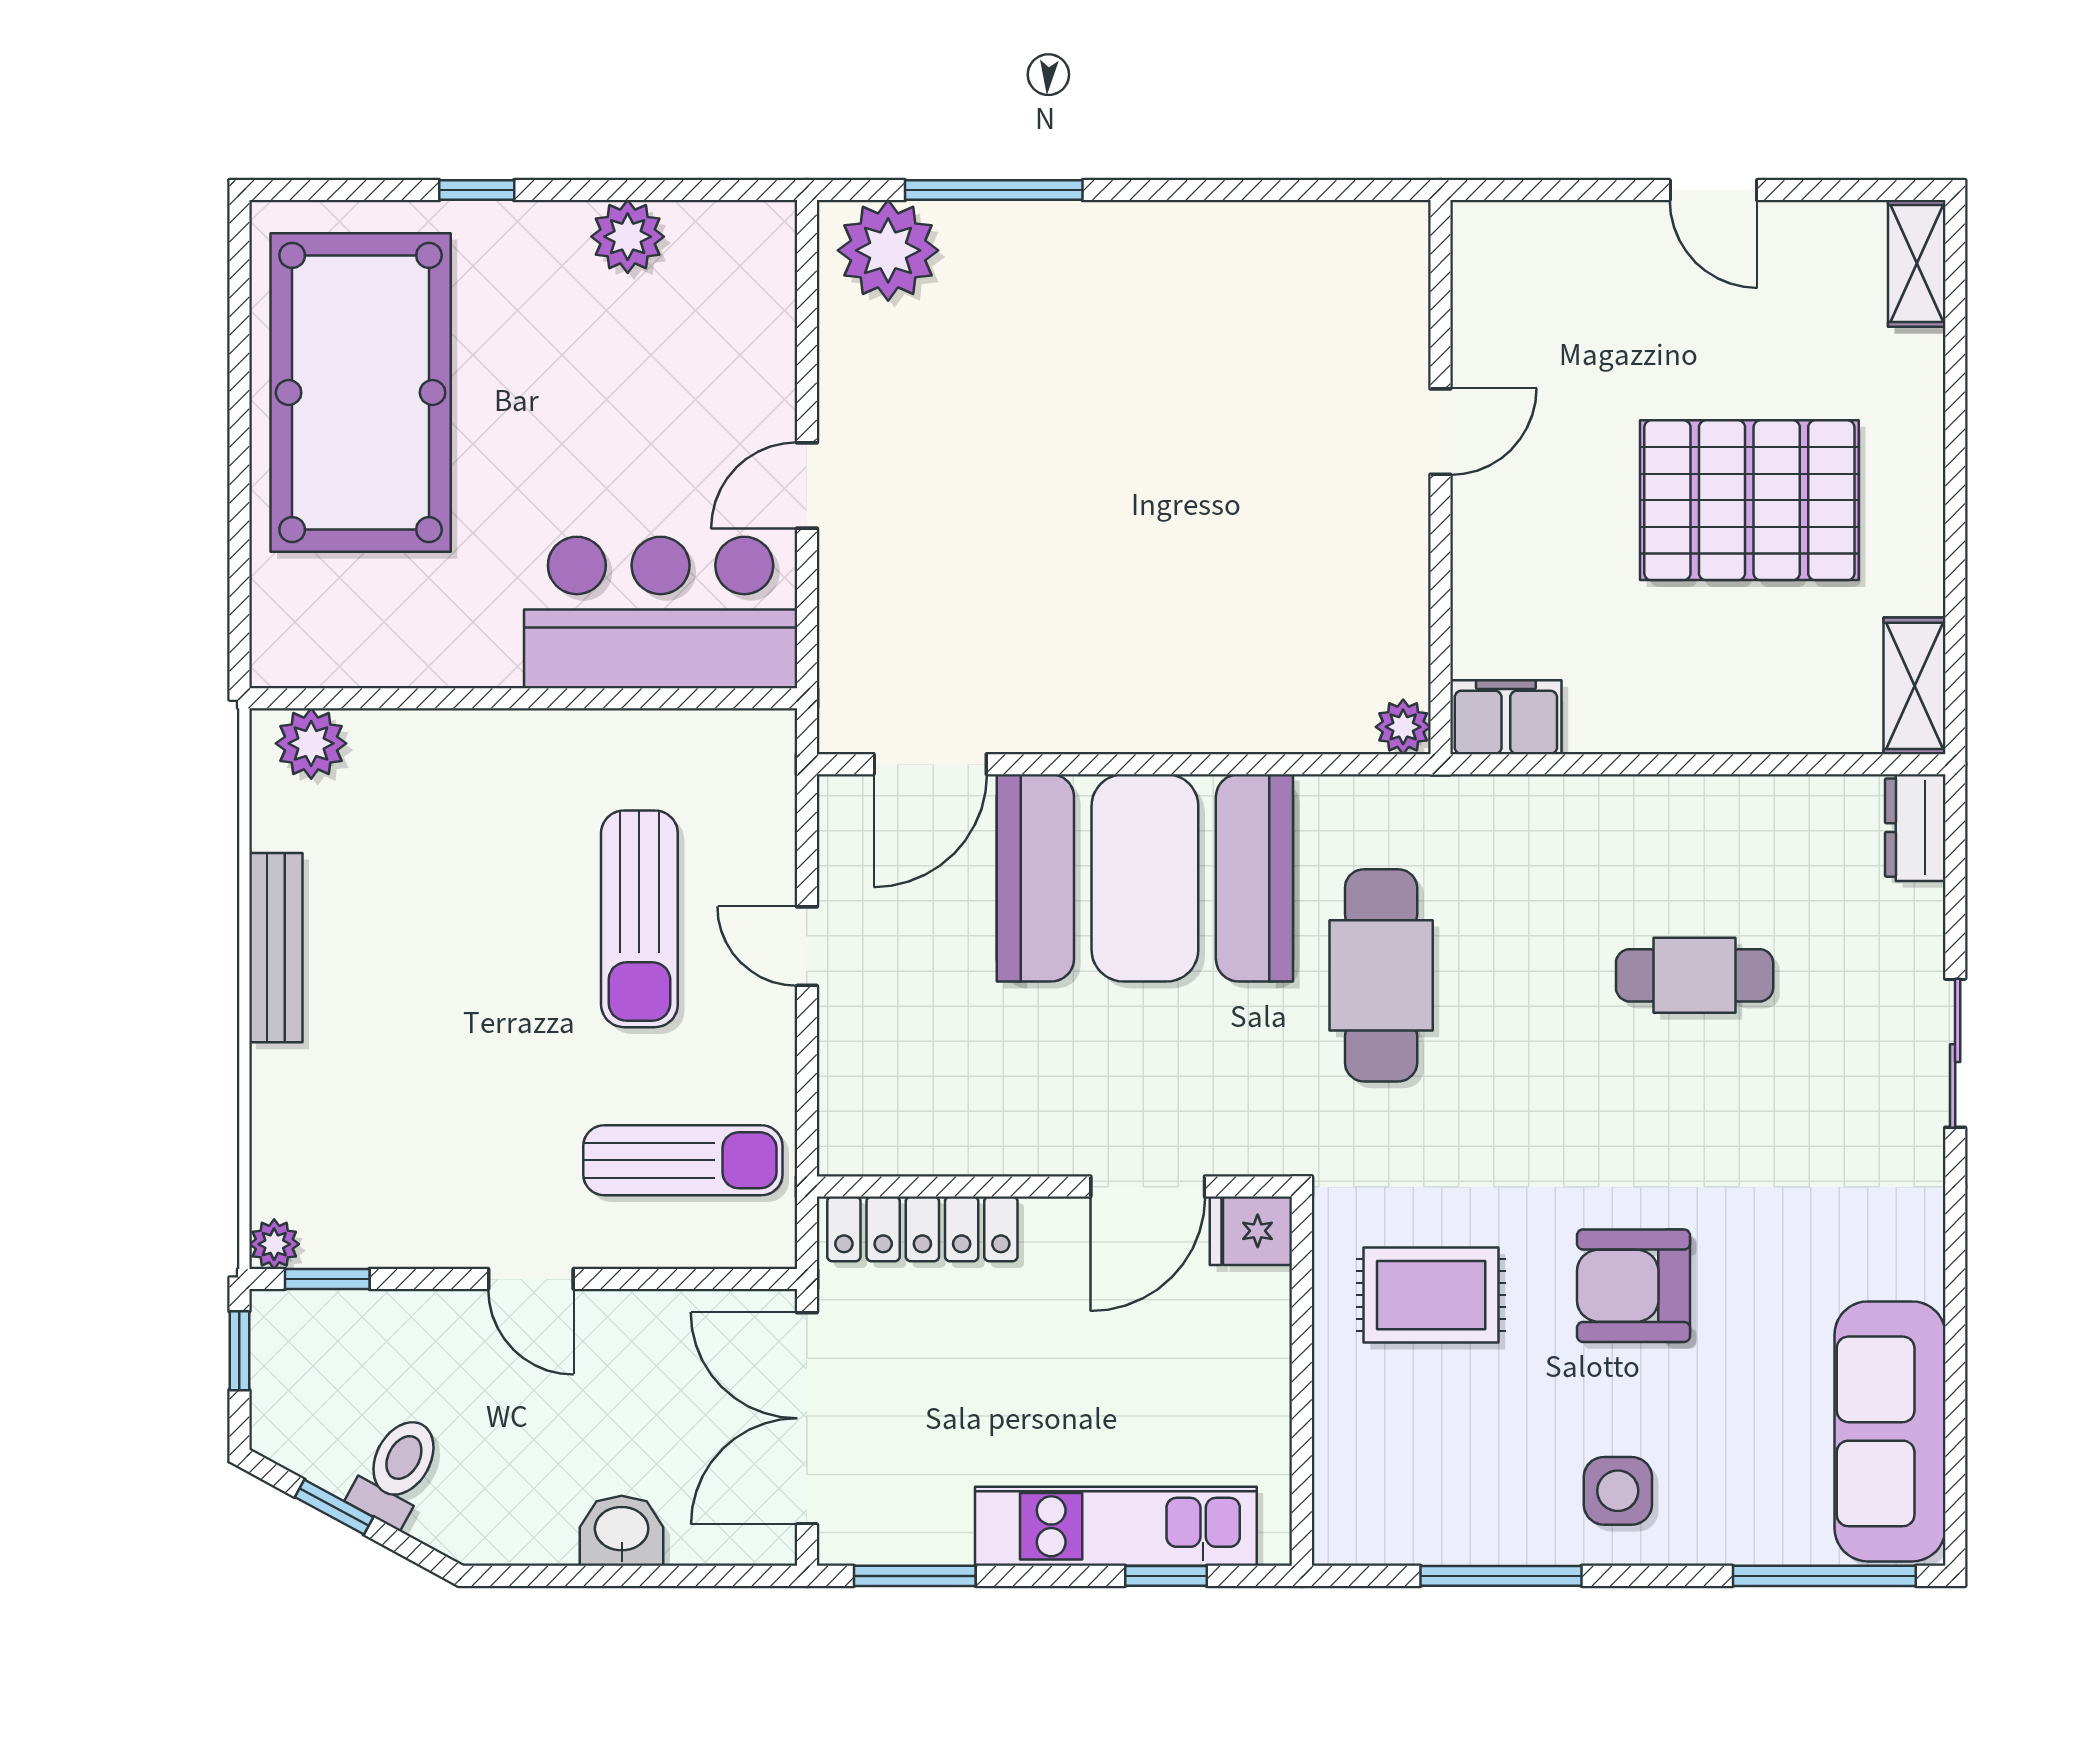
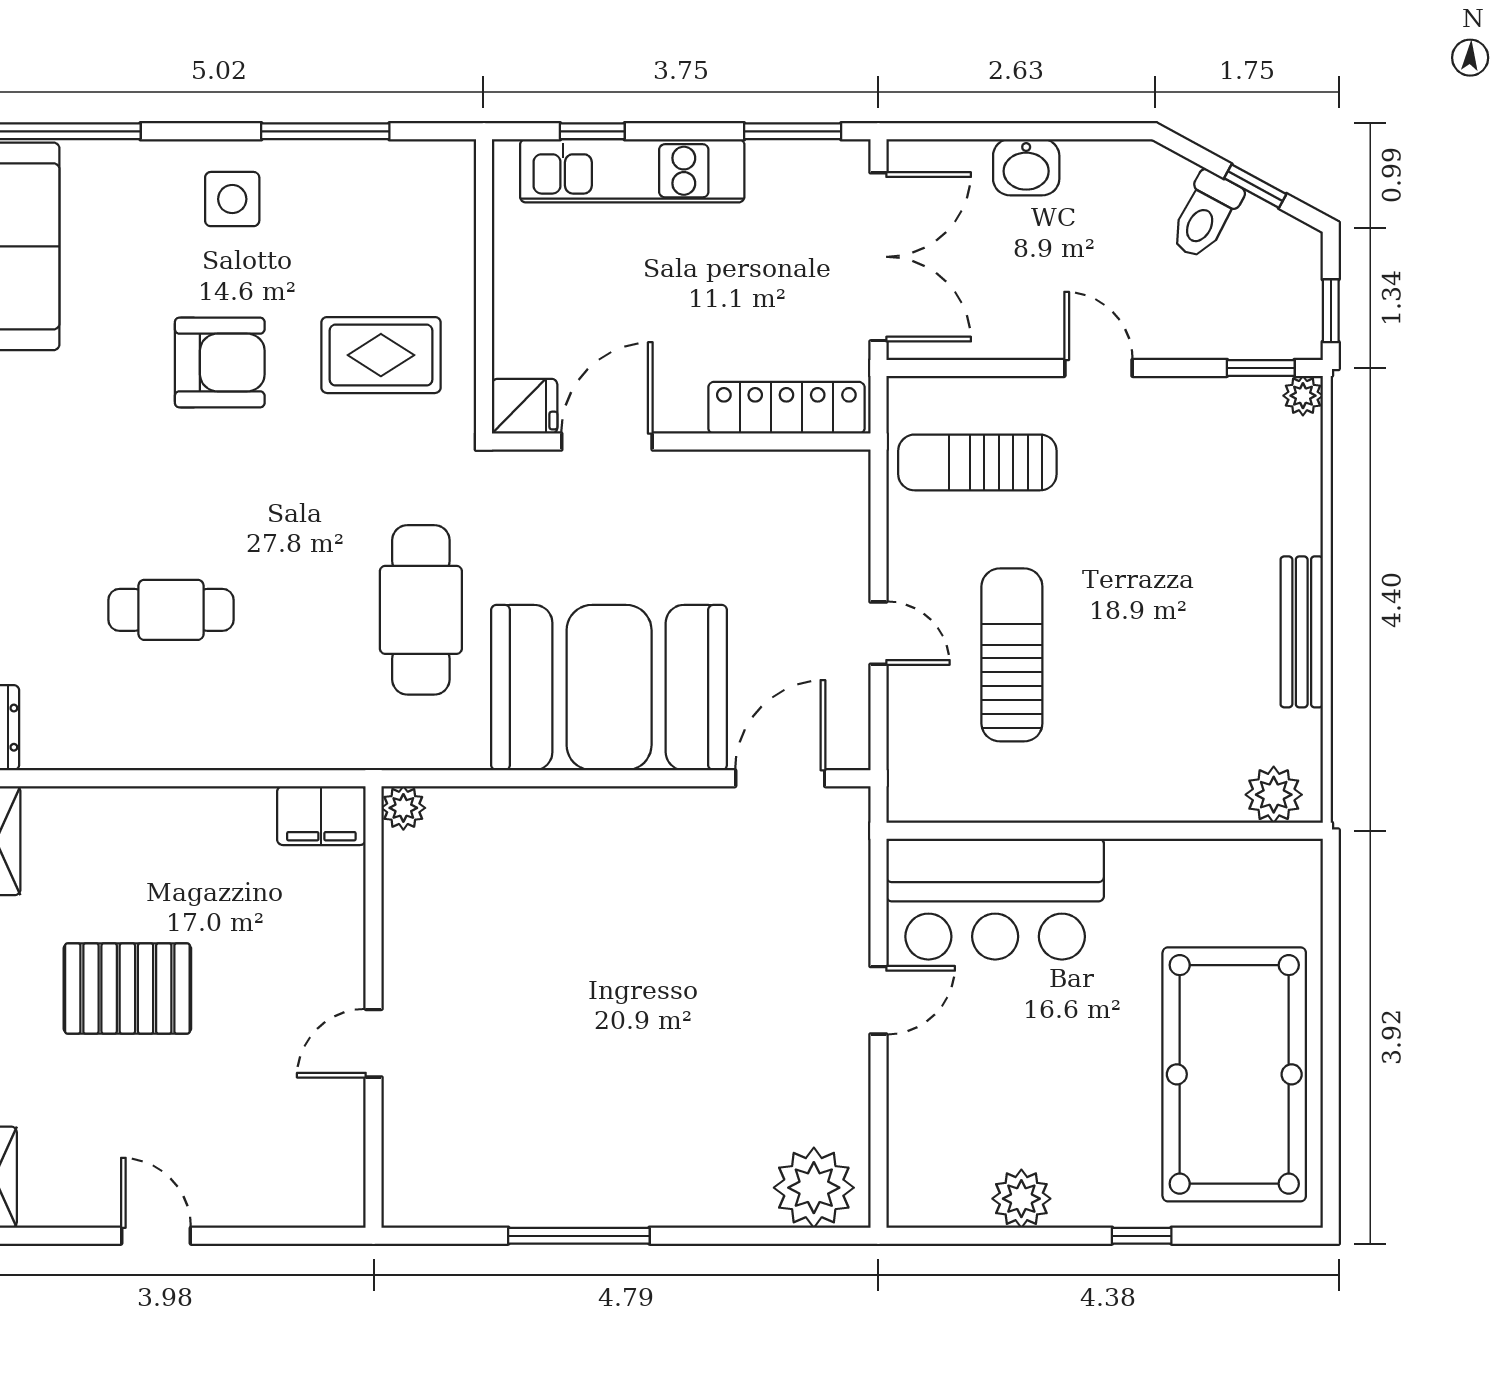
window: (994, 190) -> (579, 1236), moved
pallet: (1749, 500) -> (127, 989), width x0.73, depth x0.71

